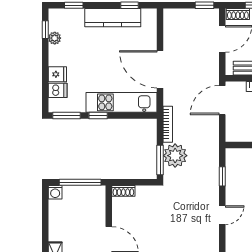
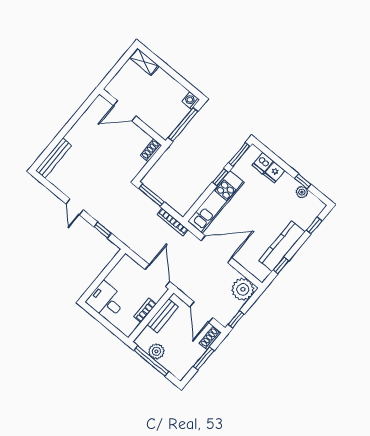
window: (45, 30) -> (303, 181), moved
plant: (175, 156) -> (243, 289), moved

